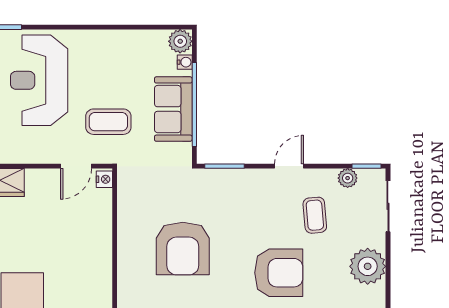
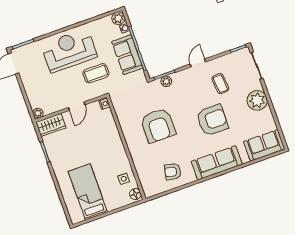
reception desk: (39, 80) -> (69, 51), moved, turned 90
door: (76, 166) -> (77, 106), moved
plant: (348, 178) -> (166, 81), moved

